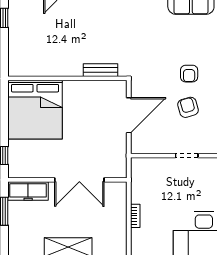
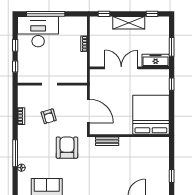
armchair: (189, 74) -> (67, 148), moved, width x1.88, depth x1.88
door: (129, 115) -> (88, 111), swing flipped

